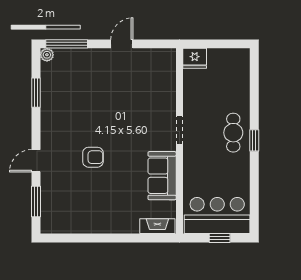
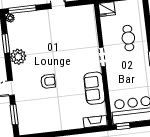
plant: (52, 115) -> (18, 57), added
cafe table: (233, 133) -> (128, 38), moved
window: (220, 238) -> (123, 126), moved

